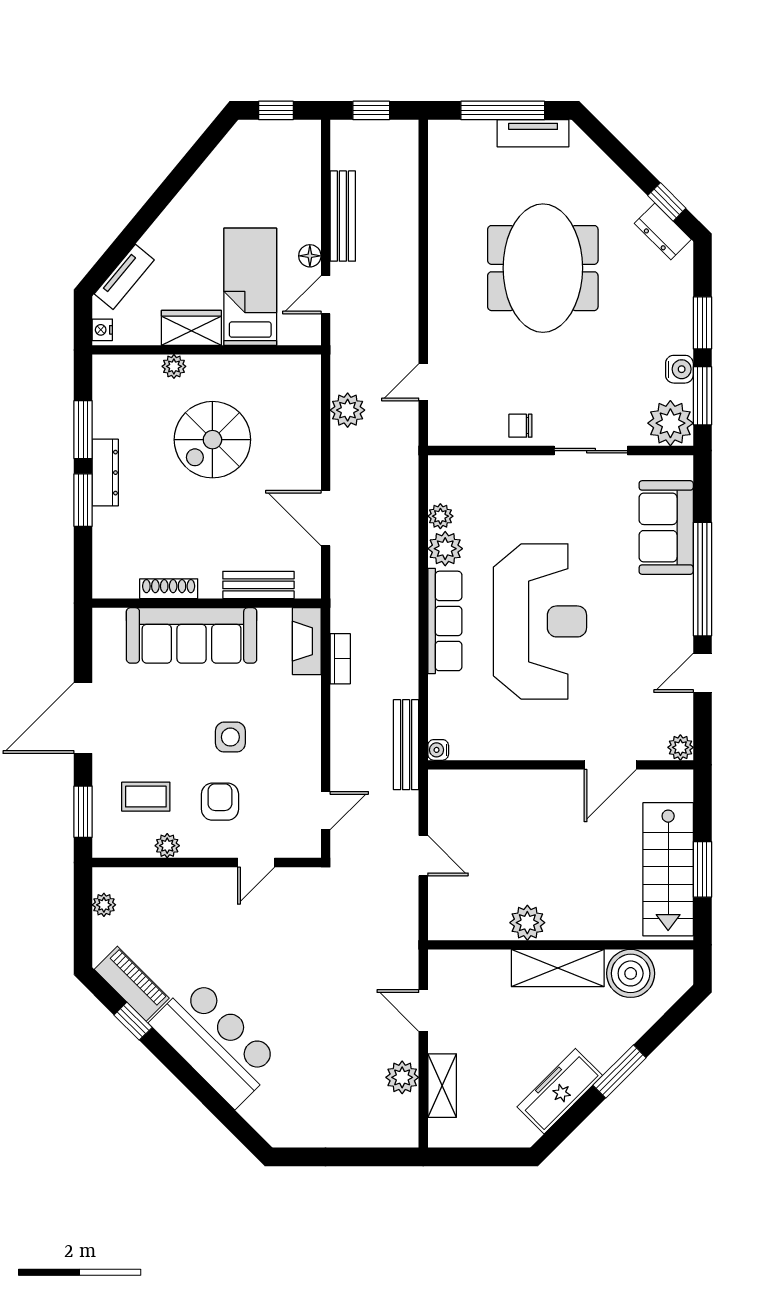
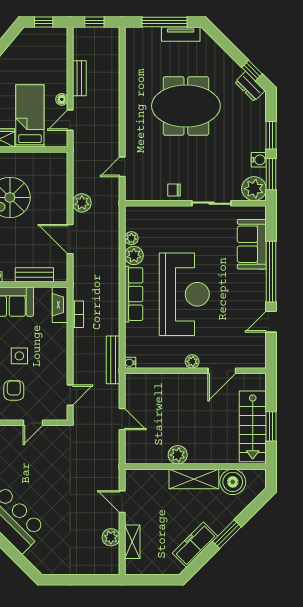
bench: (343, 216) -> (79, 78), width x0.73
meeting table: (543, 268) -> (186, 106), turned 90
plant: (348, 410) -> (82, 203), moved
plant: (680, 747) -> (192, 361), moved

